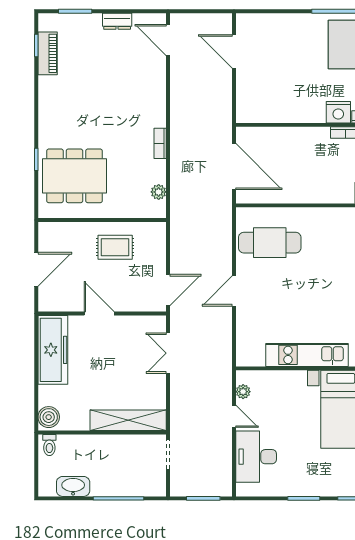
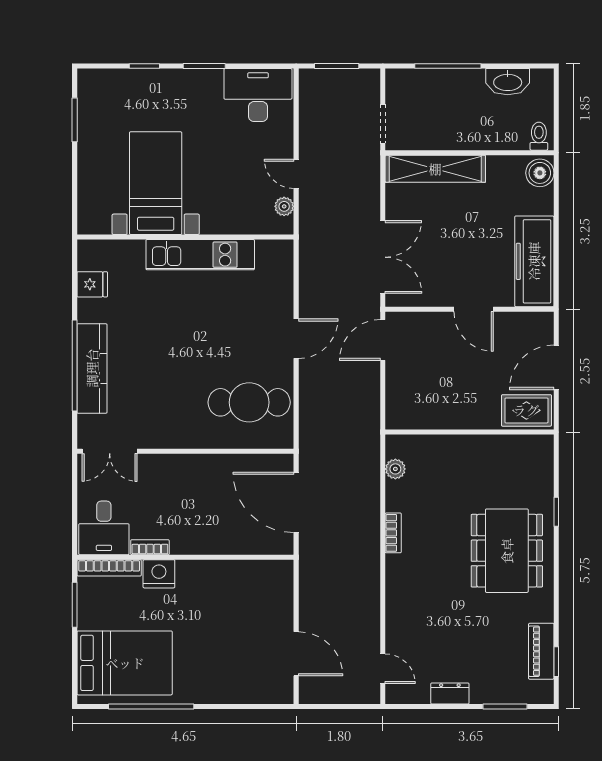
door: (168, 40) -> (383, 669), width x0.73
dining table: (74, 176) -> (507, 551), moved, turned 90
rug: (115, 247) -> (526, 410), moved
double door: (168, 353) -> (383, 257), width x1.37
desk: (256, 457) -> (258, 95), moved, turned -90

